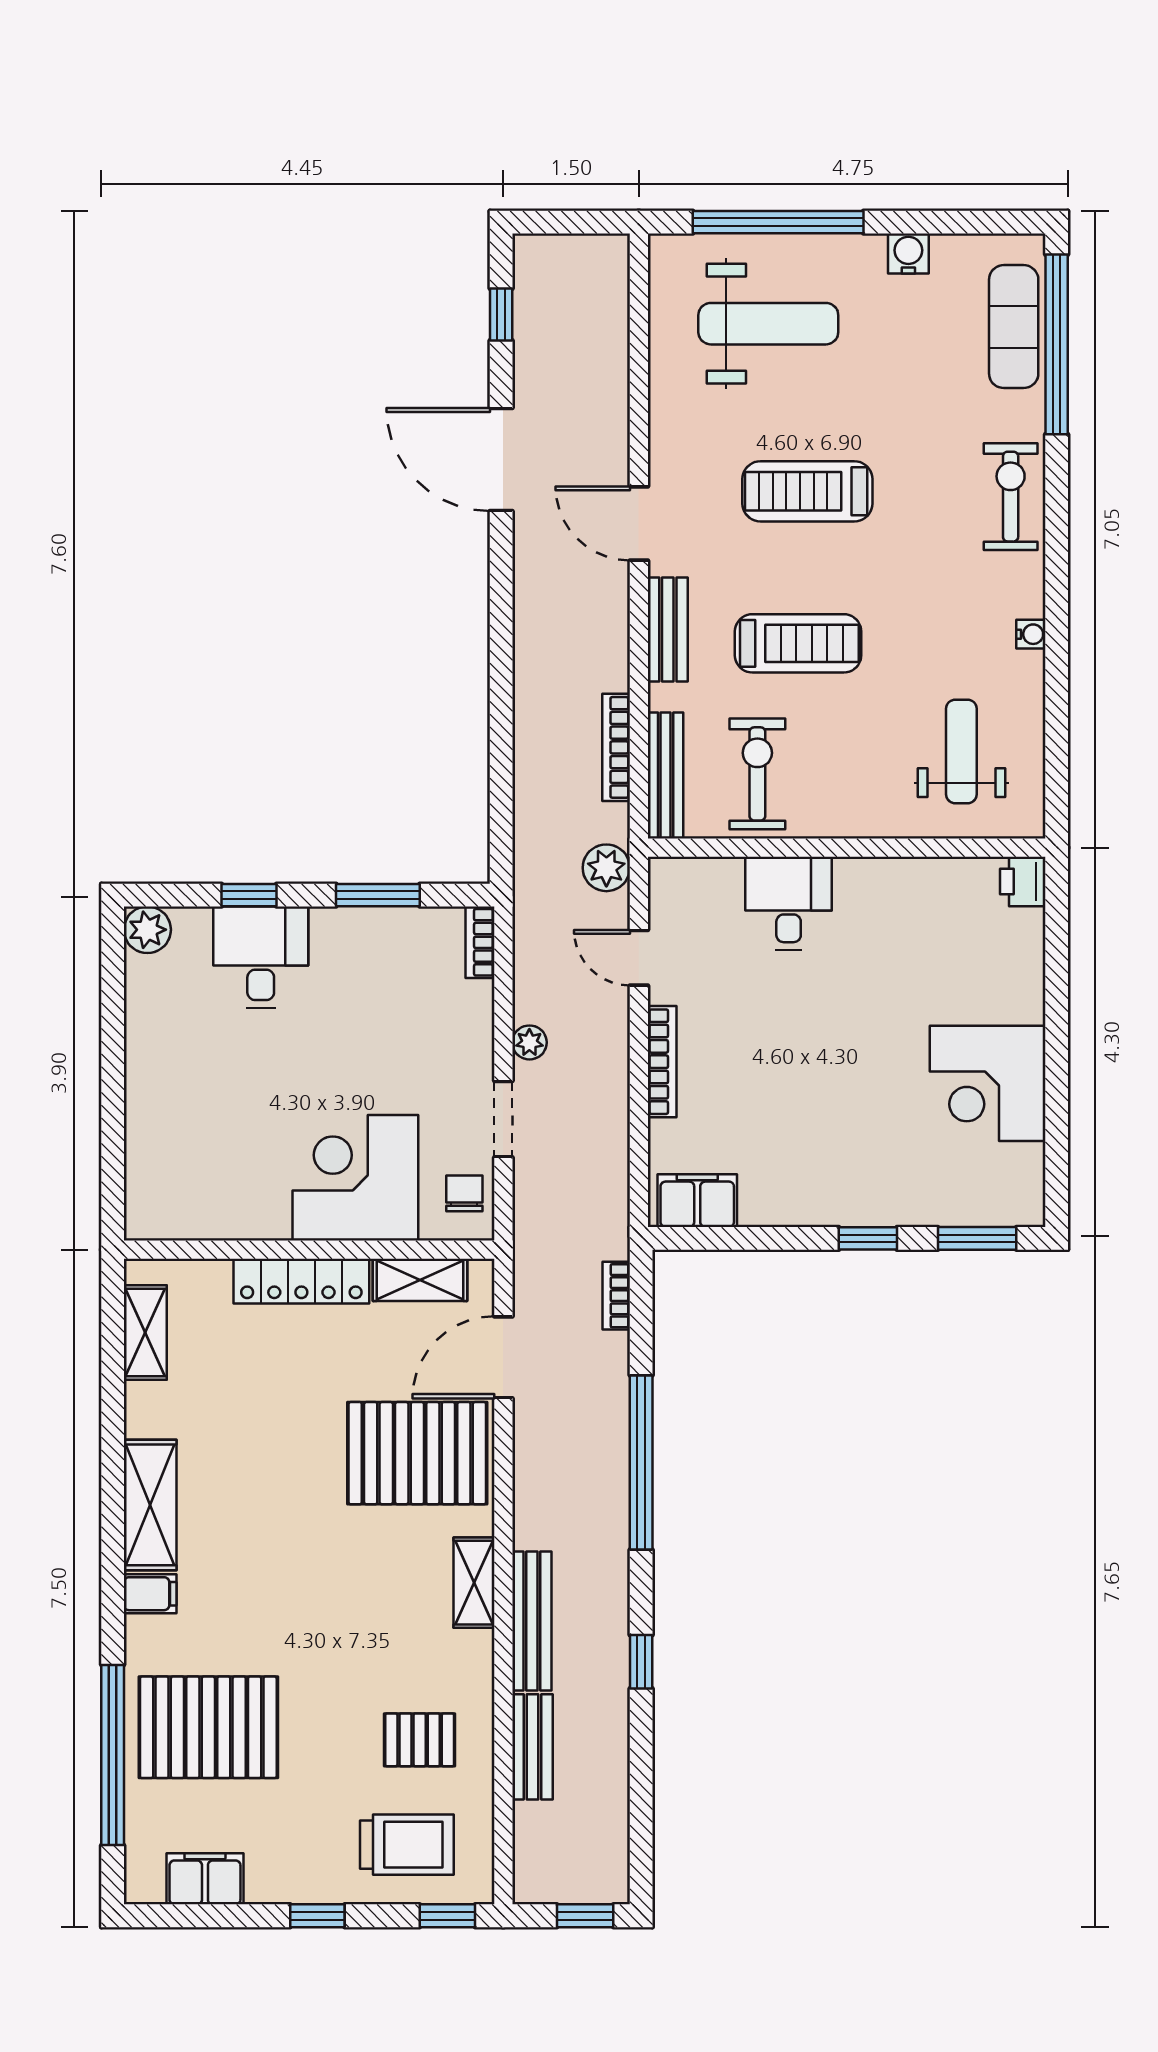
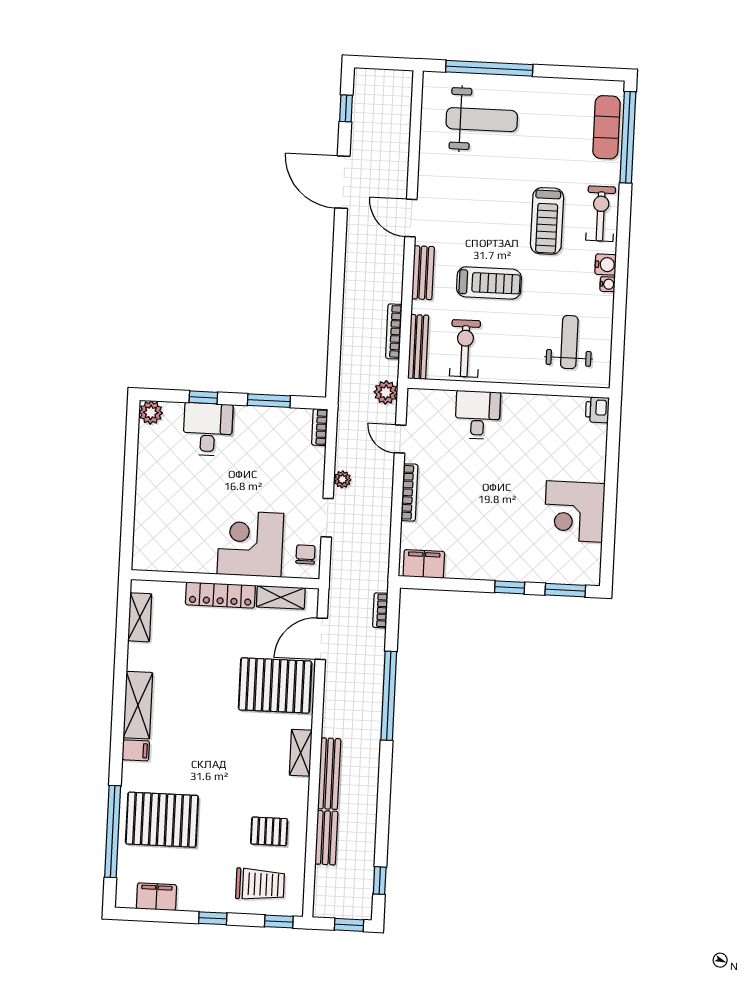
water cooler: (908, 254) -> (606, 265), moved, turned 90
treadmill: (807, 491) -> (547, 221), moved, turned -90
window: (641, 1662) -> (380, 881), moved

